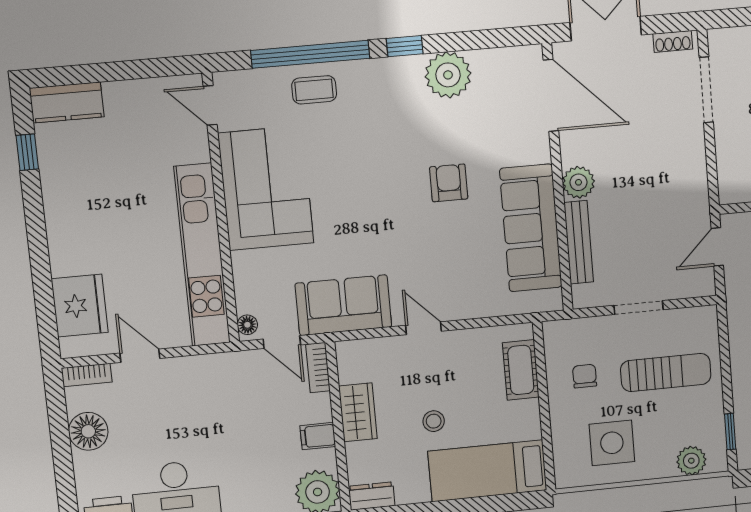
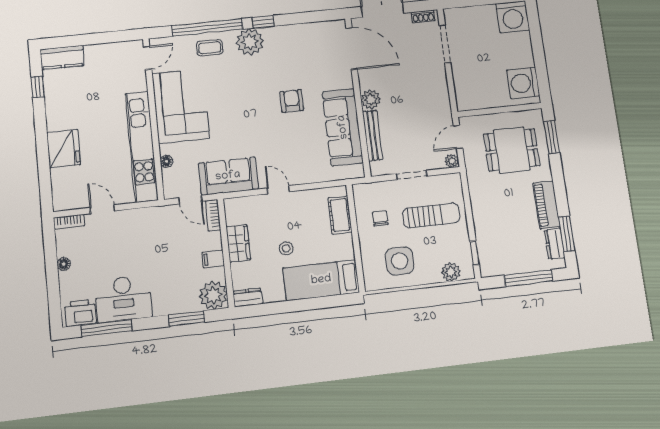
plant: (448, 75) -> (250, 42), moved
door: (210, 105) -> (148, 58), swing flipped
plant: (705, 286) -> (452, 161), added
fridge: (80, 306) -> (64, 149), moved
floor lamp: (247, 325) -> (166, 161), moved
floor lamp: (88, 431) -> (64, 264), width x0.53, depth x0.53

